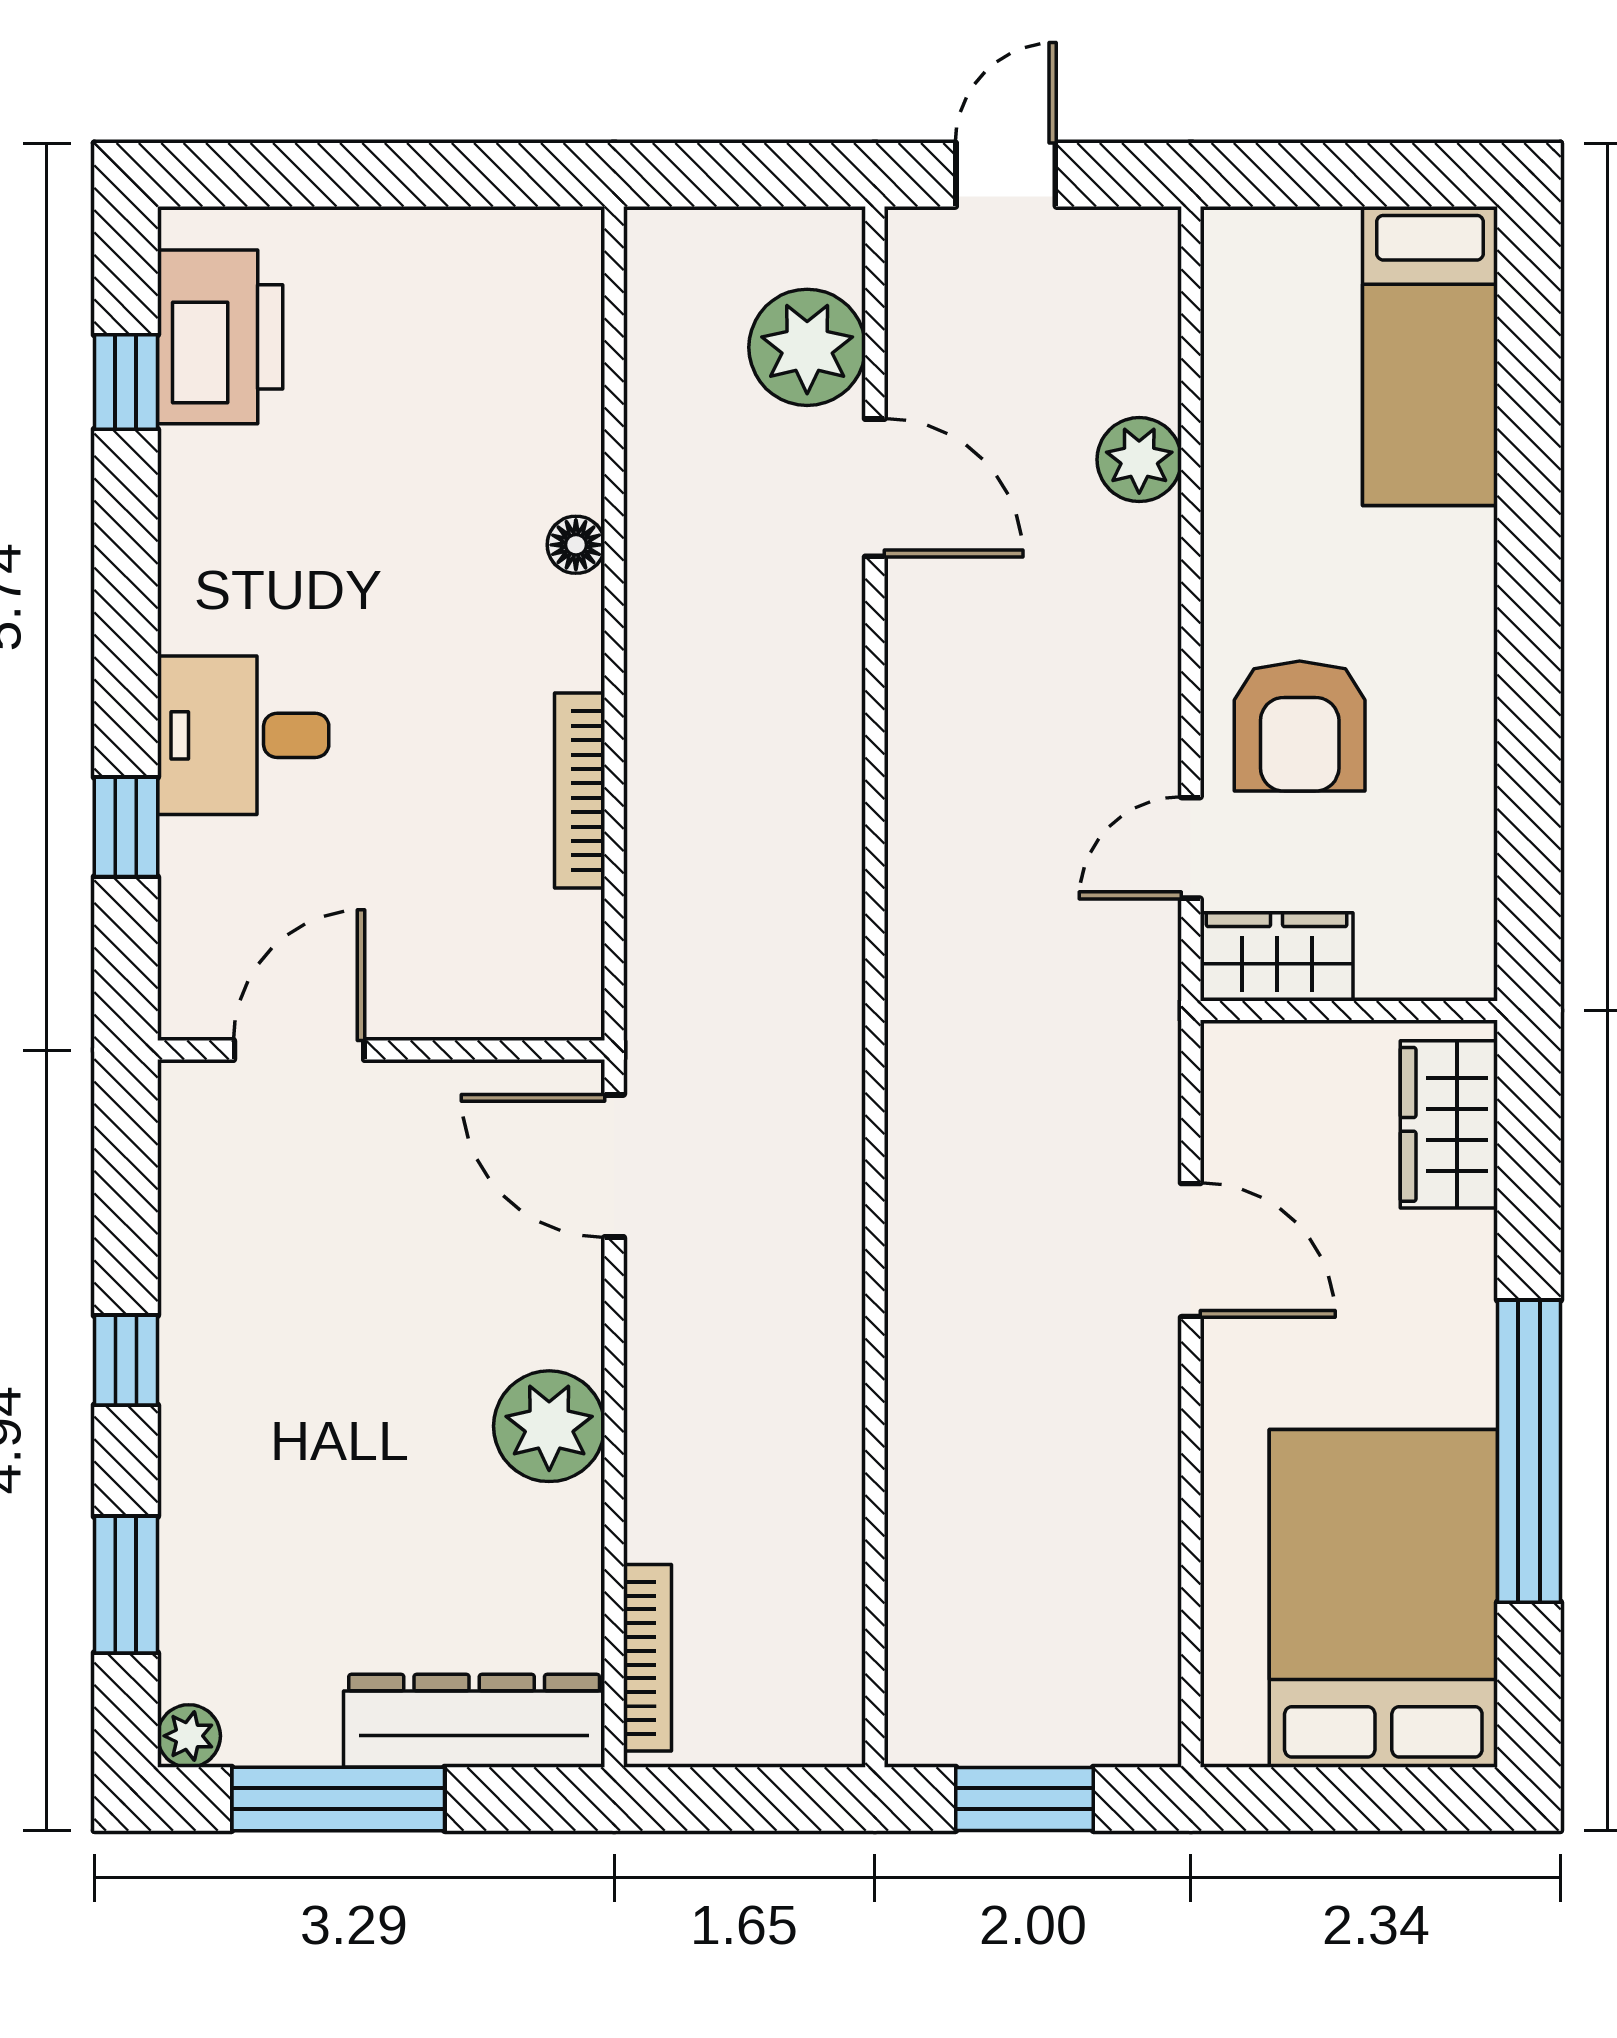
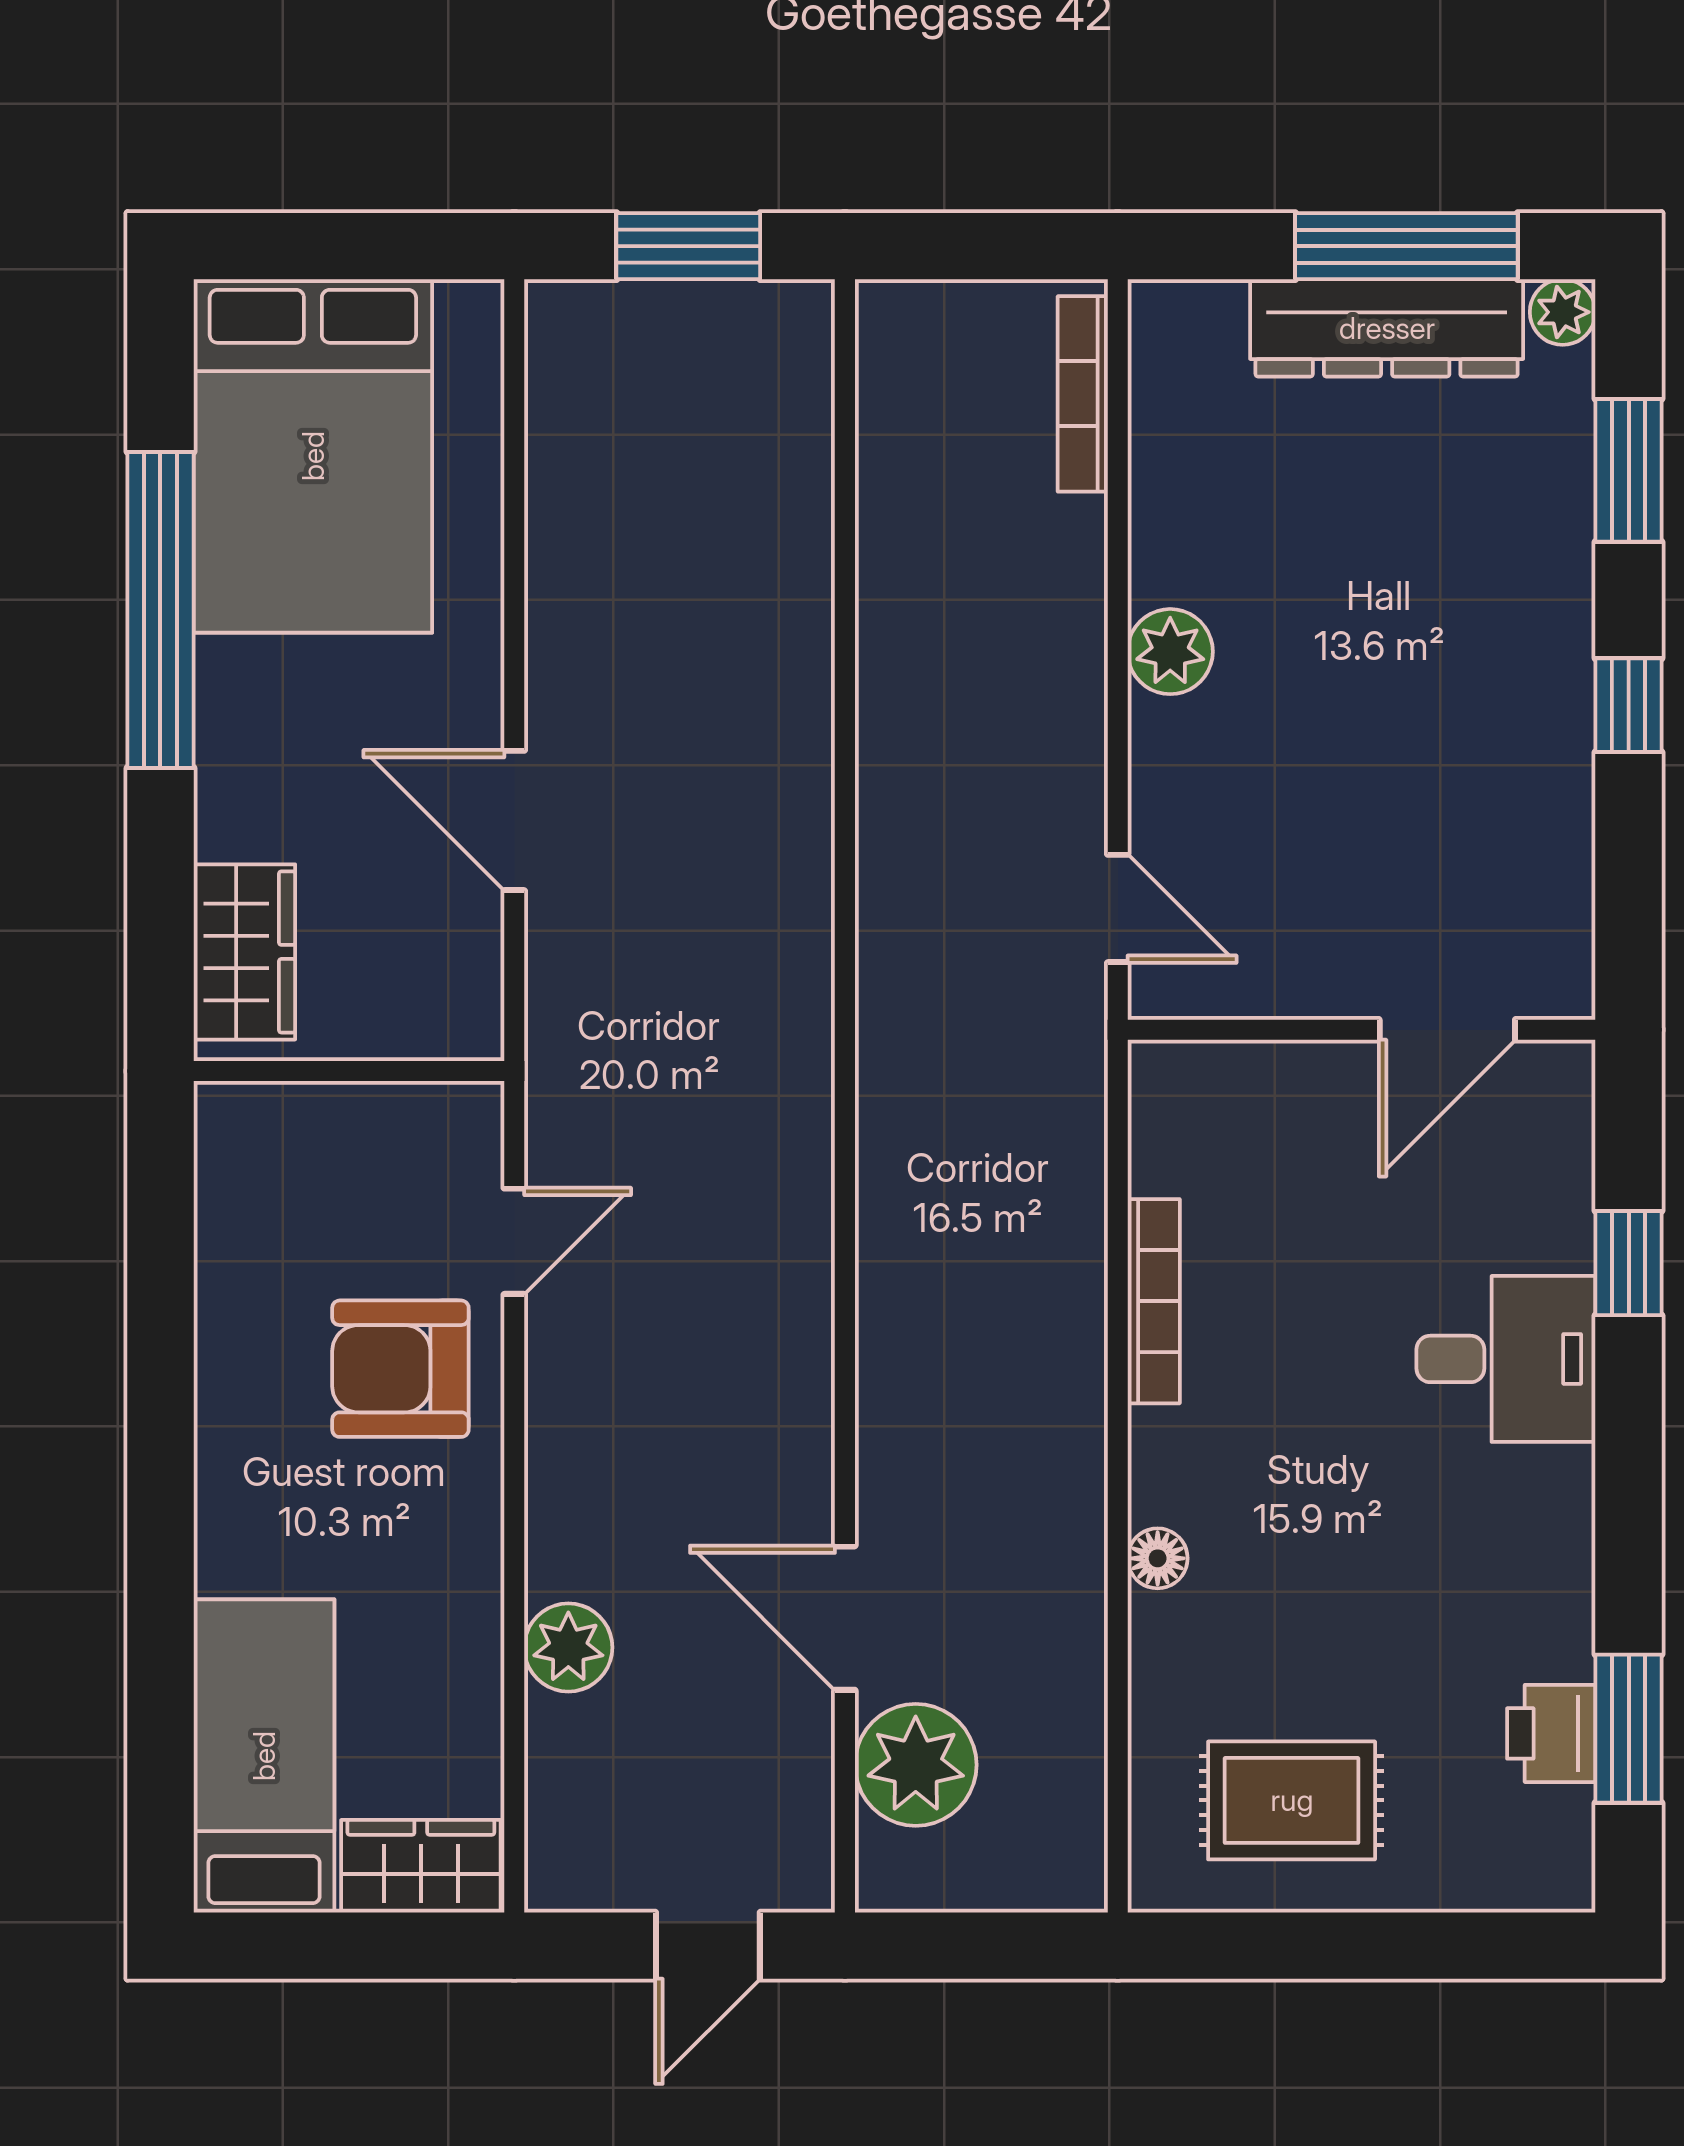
rug: (448, 313) -> (1292, 1800), added
printer: (220, 337) -> (1551, 1733), width x0.53, depth x0.68
window: (126, 382) -> (1629, 1729), width x1.50
armchair: (1300, 726) -> (400, 1369), turned -90
wardrobe: (1277, 957) -> (421, 1866), moved, turned 180
door: (614, 1166) -> (1118, 908), width x0.73
plant: (549, 1426) -> (1170, 652), width x0.73, depth x0.73
dresser: (474, 1721) -> (1387, 328), moved

